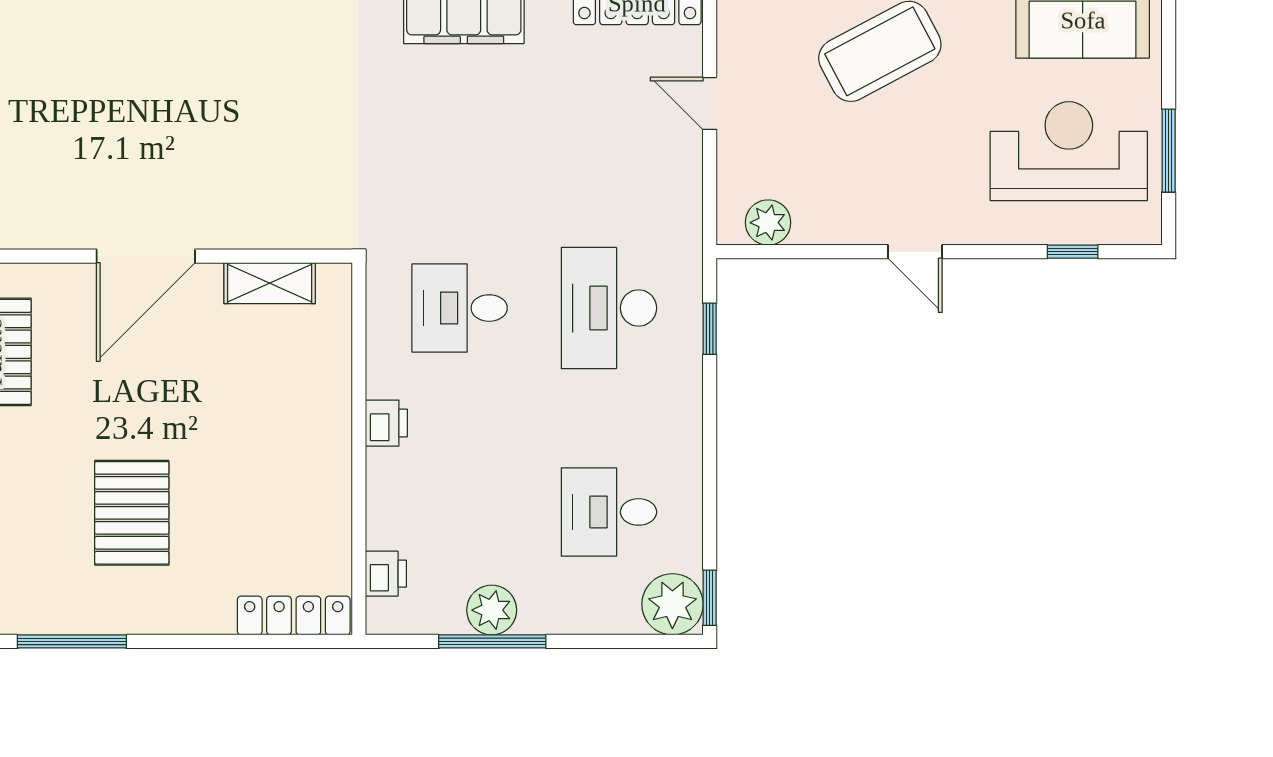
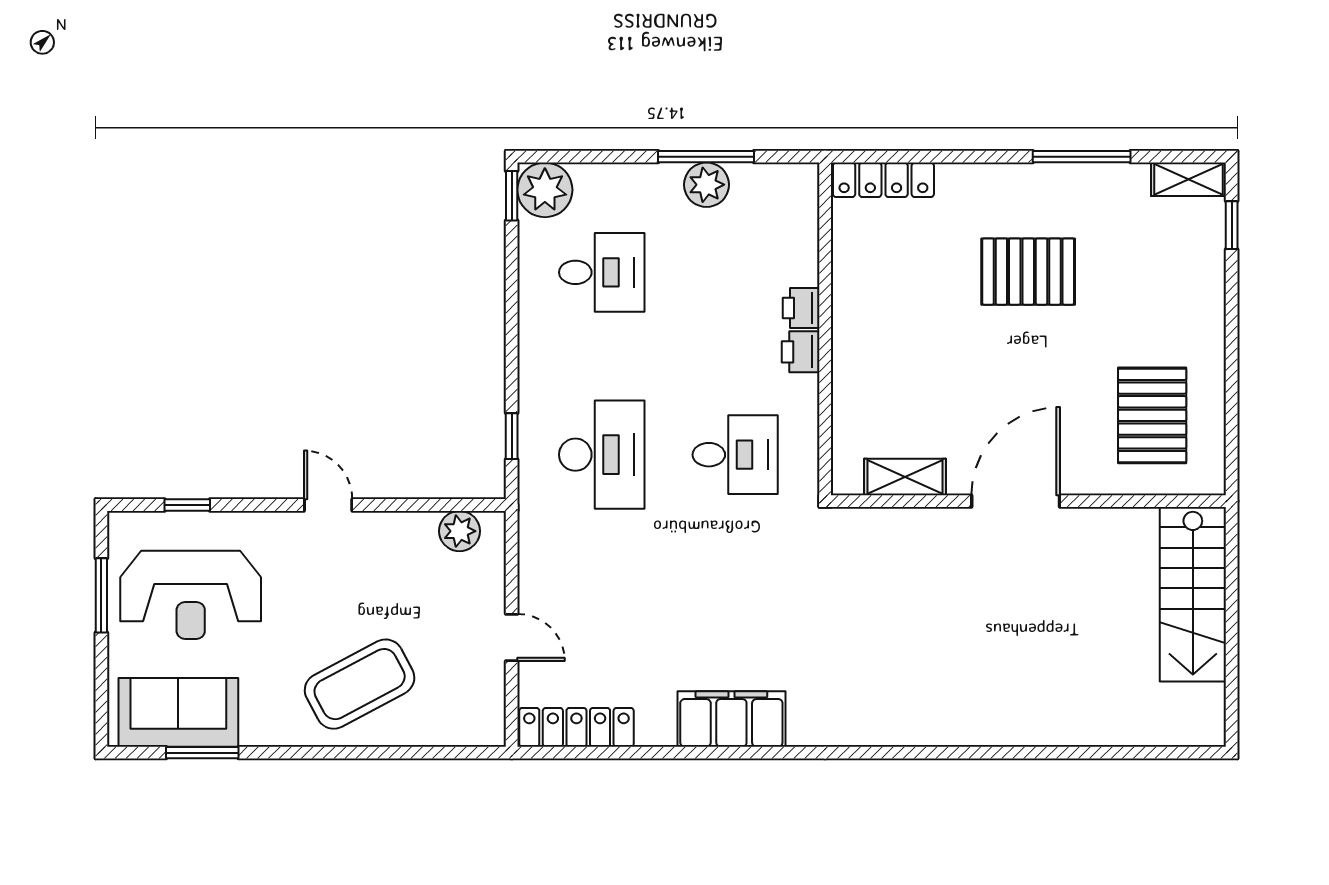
pallet: (132, 513) -> (1028, 272), turned 90
printer: (386, 574) -> (801, 308), moved

